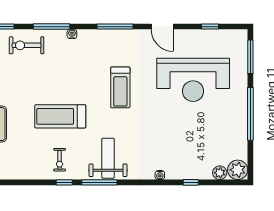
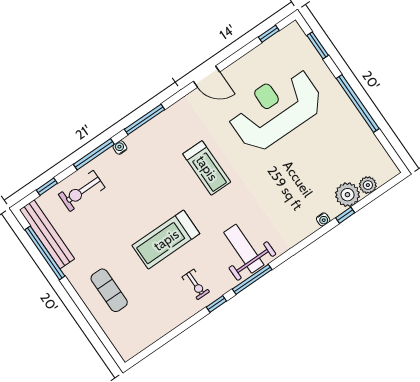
window: (115, 27) -> (145, 119), moved
window: (210, 27) -> (269, 34), moved
window: (250, 57) -> (318, 45), width x0.69
reception desk: (193, 80) -> (275, 109), turned 180
plant: (238, 170) -> (348, 195), moved
water cooler: (160, 175) -> (323, 219), moved

